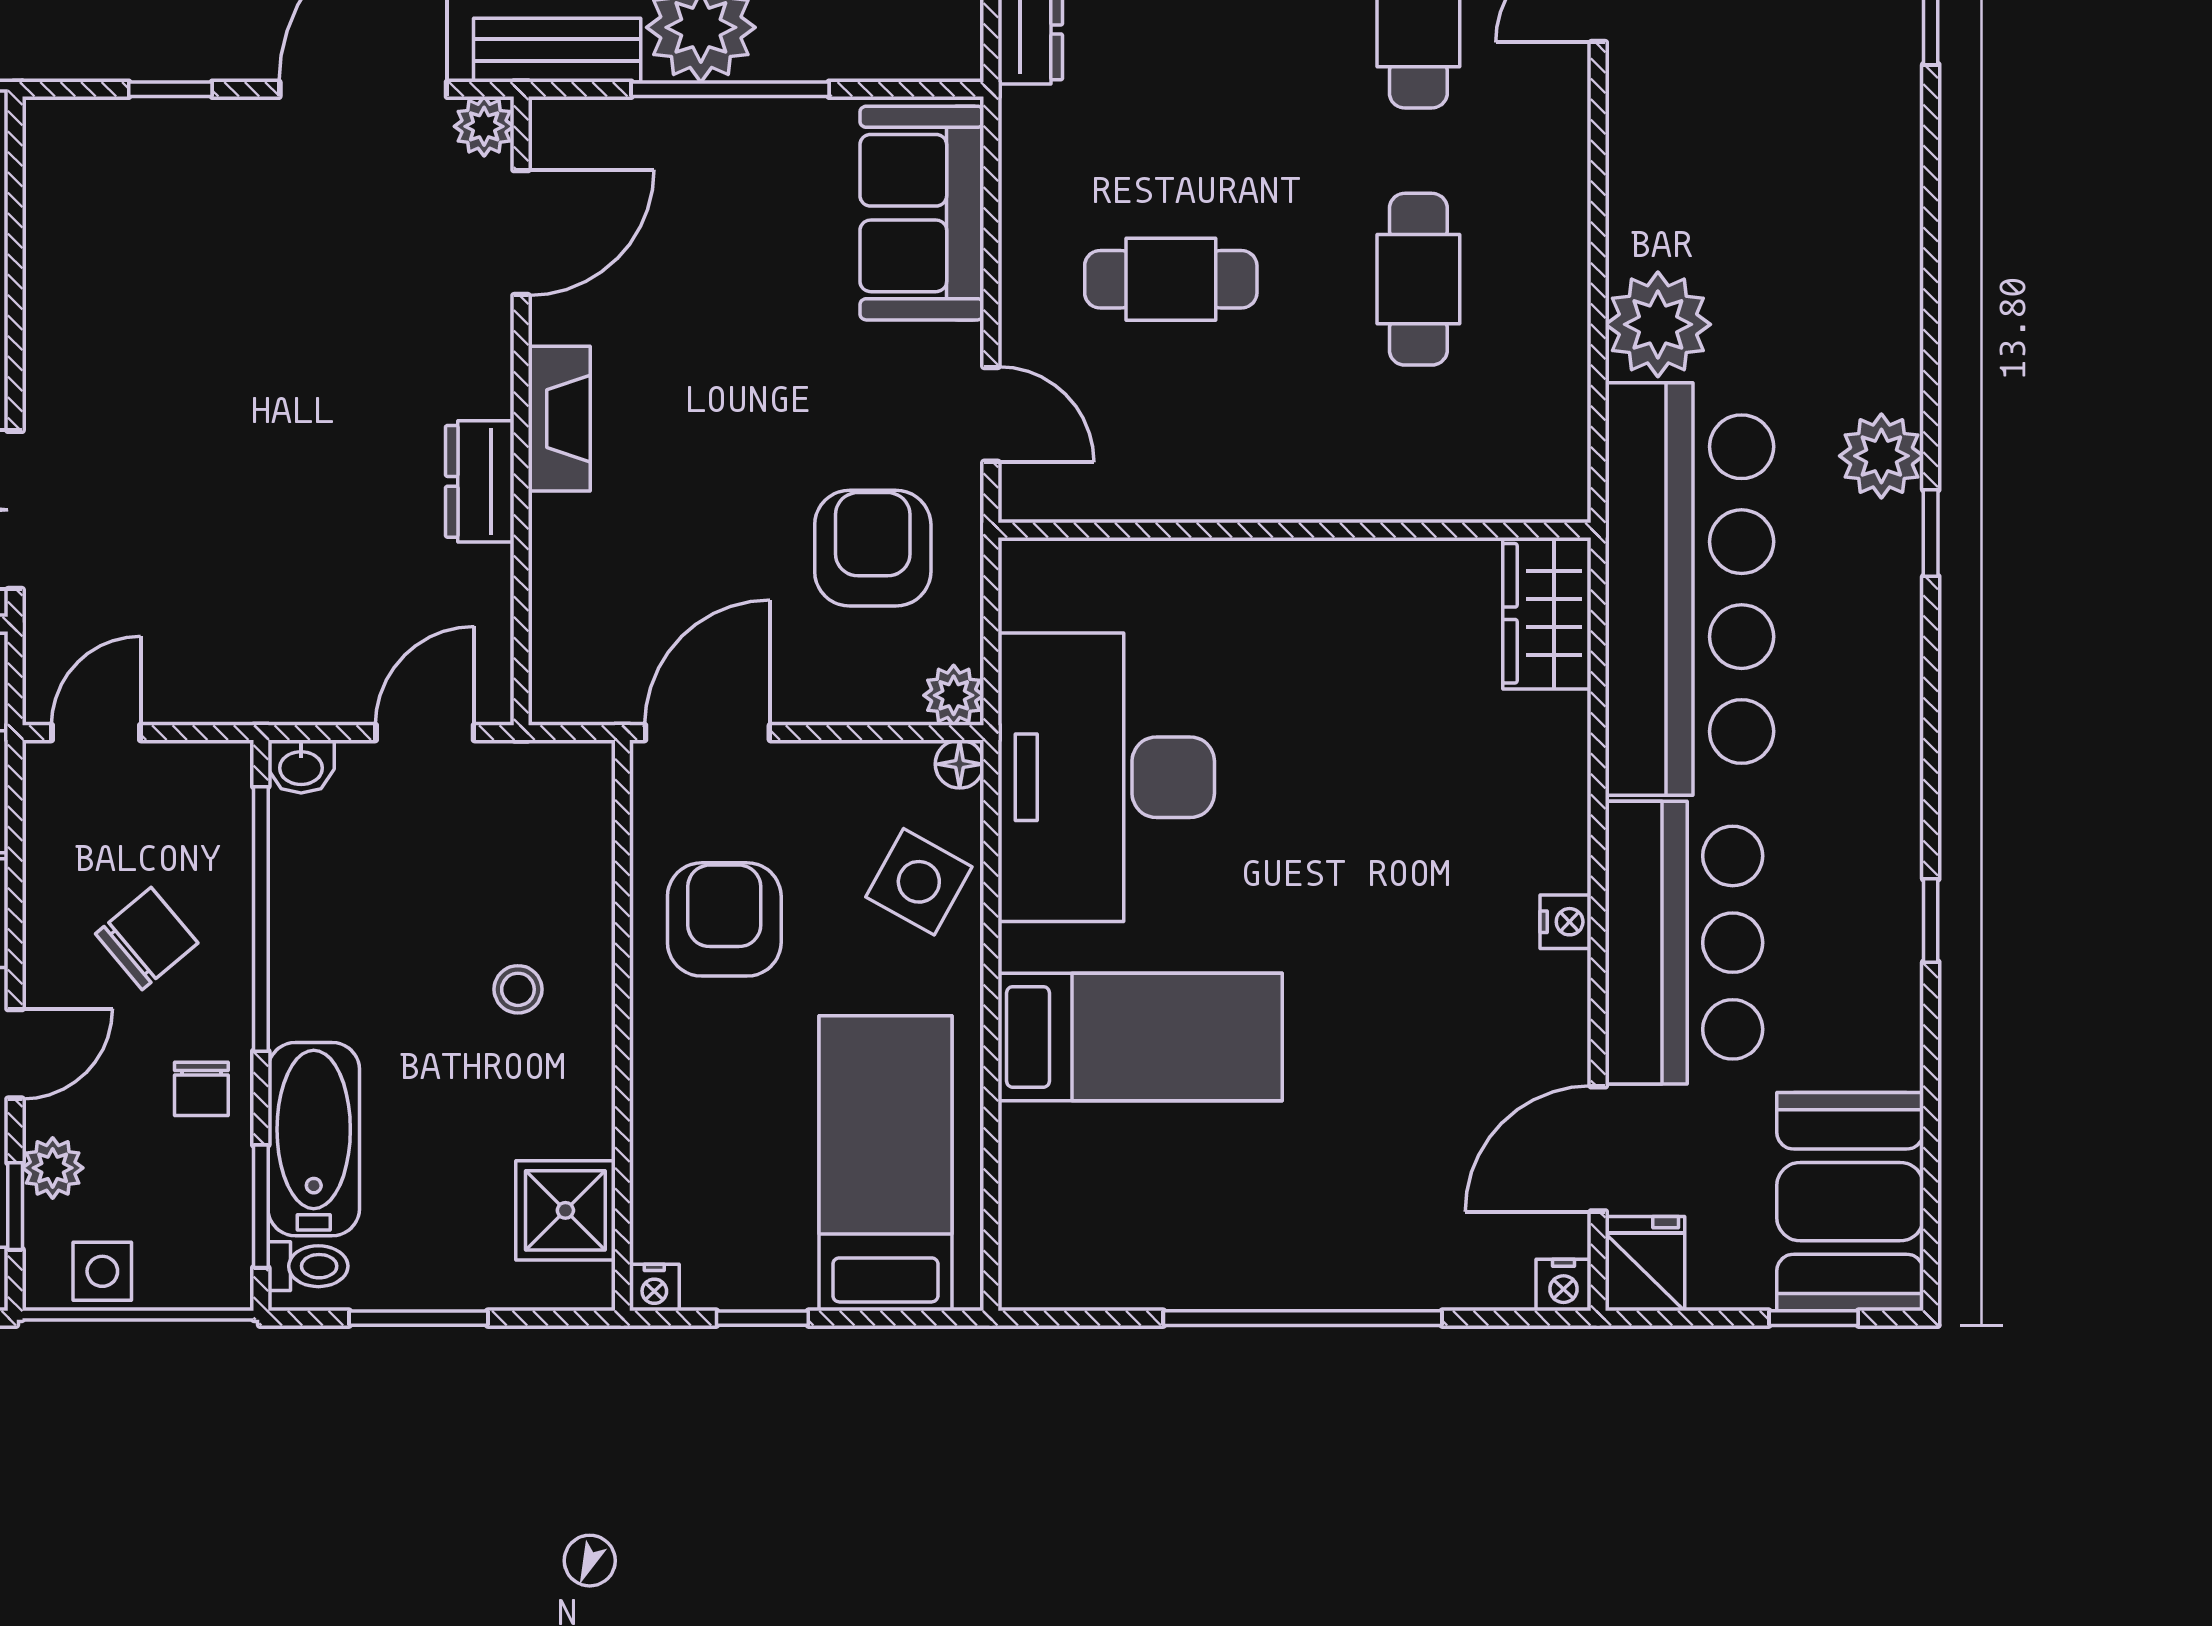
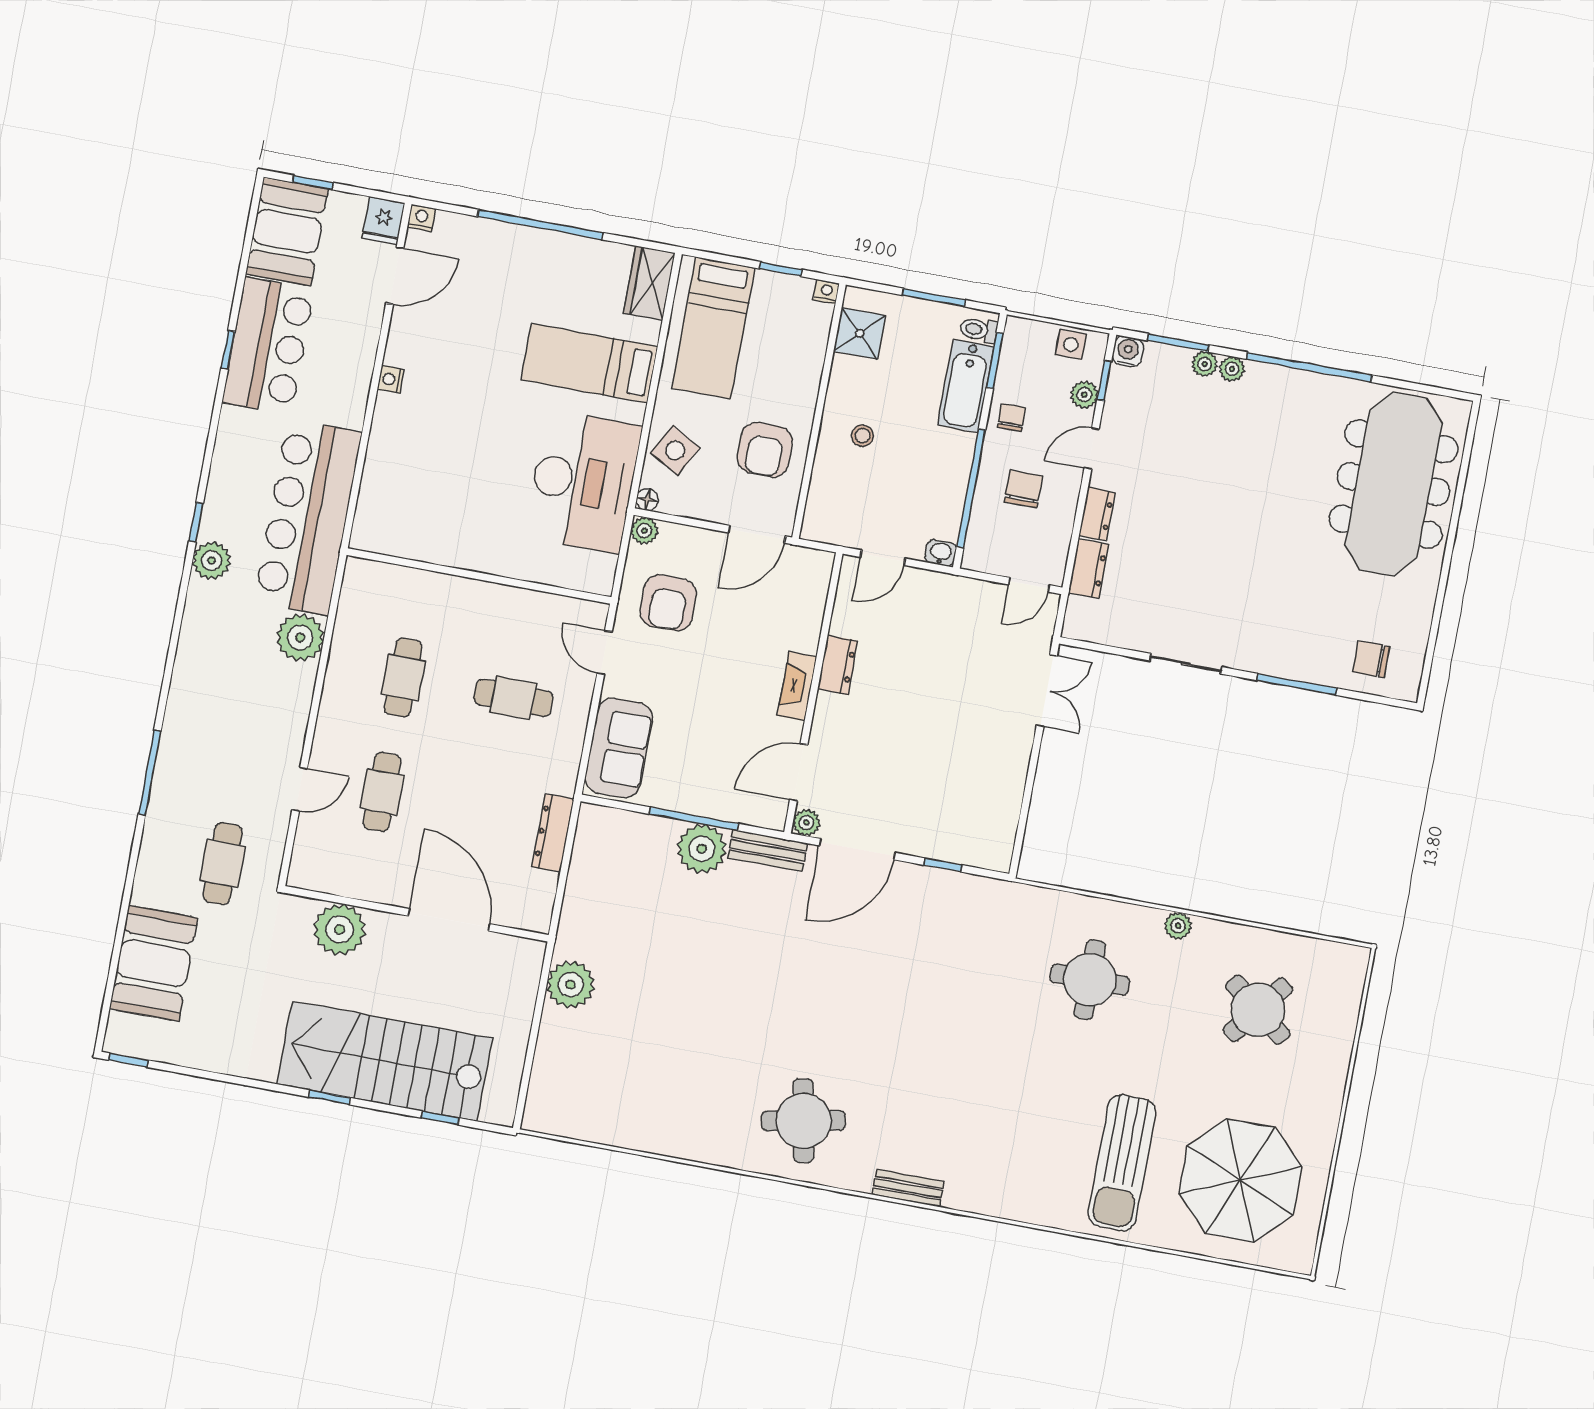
wardrobe: (1547, 613) -> (649, 283), moved, turned 180
chair: (147, 938) -> (1024, 489), turned 130
bar counter: (1684, 943) -> (268, 346), moved, turned 180

